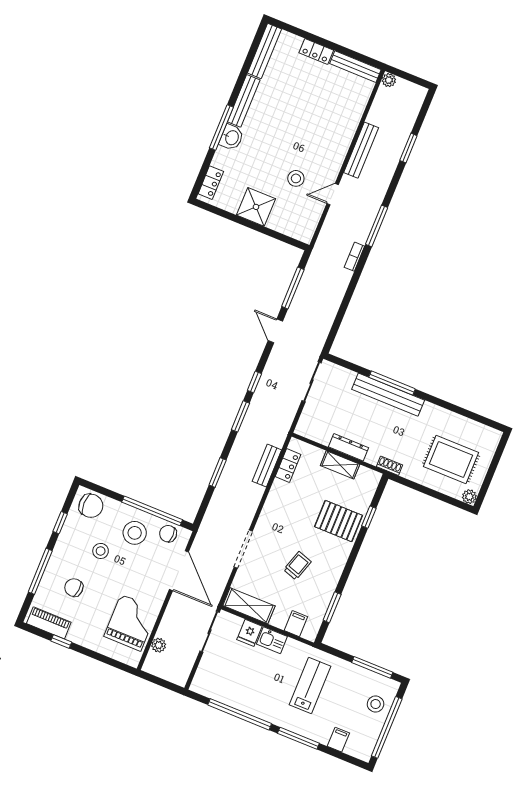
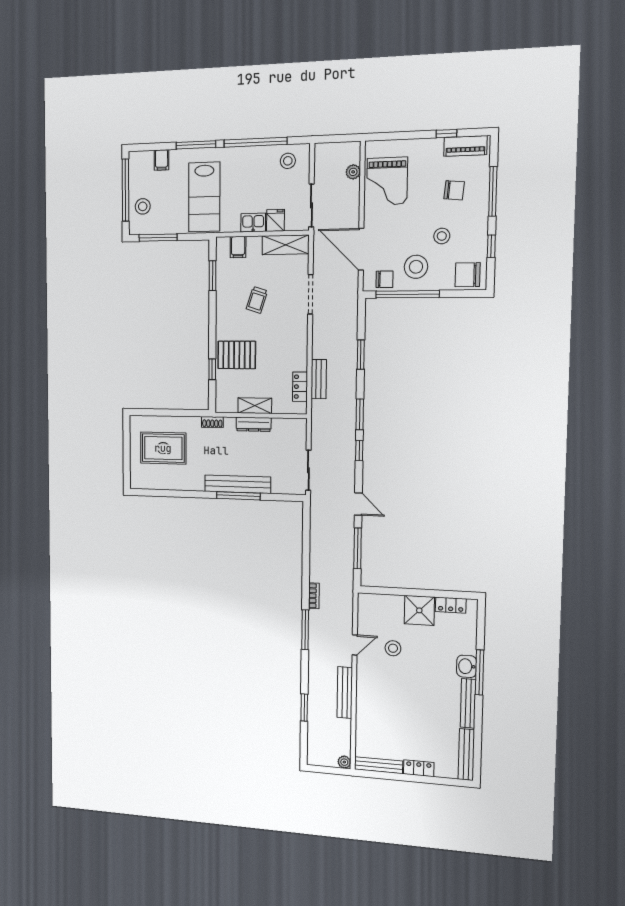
locker: (211, 183) -> (451, 605), moved, turned -90
plant: (469, 497) -> (136, 422), removed
stool: (216, 683) -> (288, 161), added
lab bench: (310, 686) -> (204, 197), width x1.36, depth x1.39

